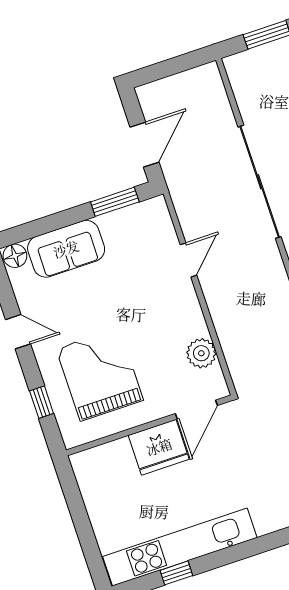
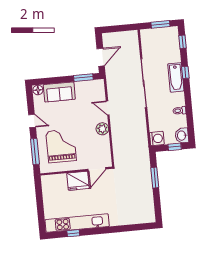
door: (188, 260) -> (108, 108), swing flipped
plant: (201, 353) -> (102, 129), moved
window: (42, 402) -> (35, 152), width x2.17

